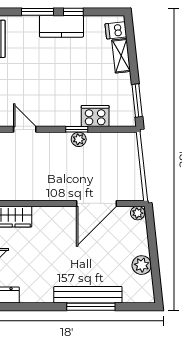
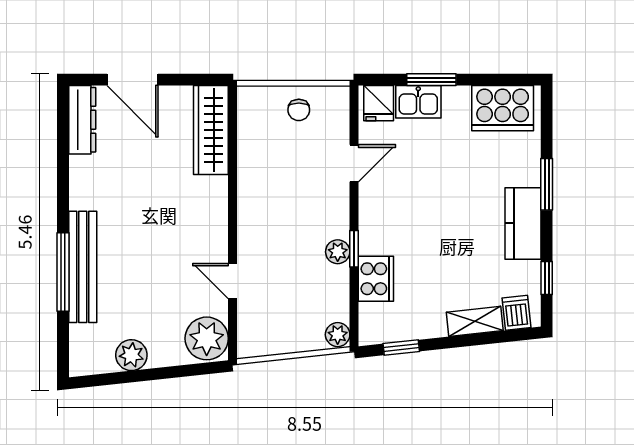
window: (73, 12) -> (547, 278), moved
window: (137, 101) -> (401, 347), width x0.67
plant: (129, 139) -> (338, 335), added
door: (96, 203) -> (232, 281), width x0.53
plant: (138, 213) -> (207, 338), width x1.88, depth x1.88

